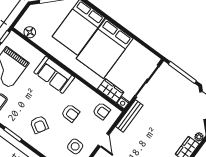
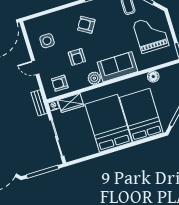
floor lamp: (30, 32) -> (153, 77), moved
plant: (77, 87) -> (94, 78), added
armchair: (70, 113) -> (77, 57), turned -90
bench: (129, 116) -> (39, 103), width x0.73

